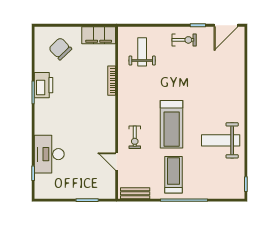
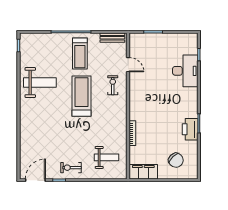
weight bench: (142, 52) -> (106, 157), turned -90

